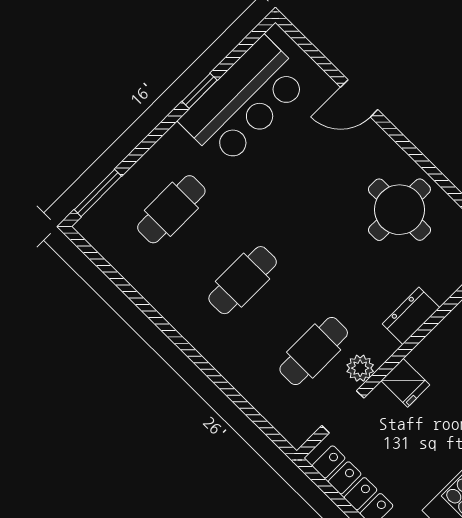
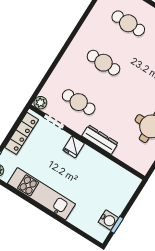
dresser: (411, 316) -> (100, 140), width x1.44
plant: (360, 368) -> (40, 103), moved

